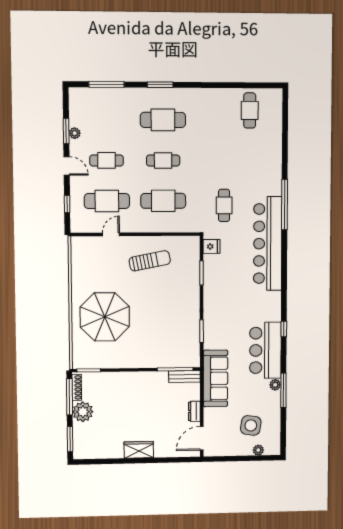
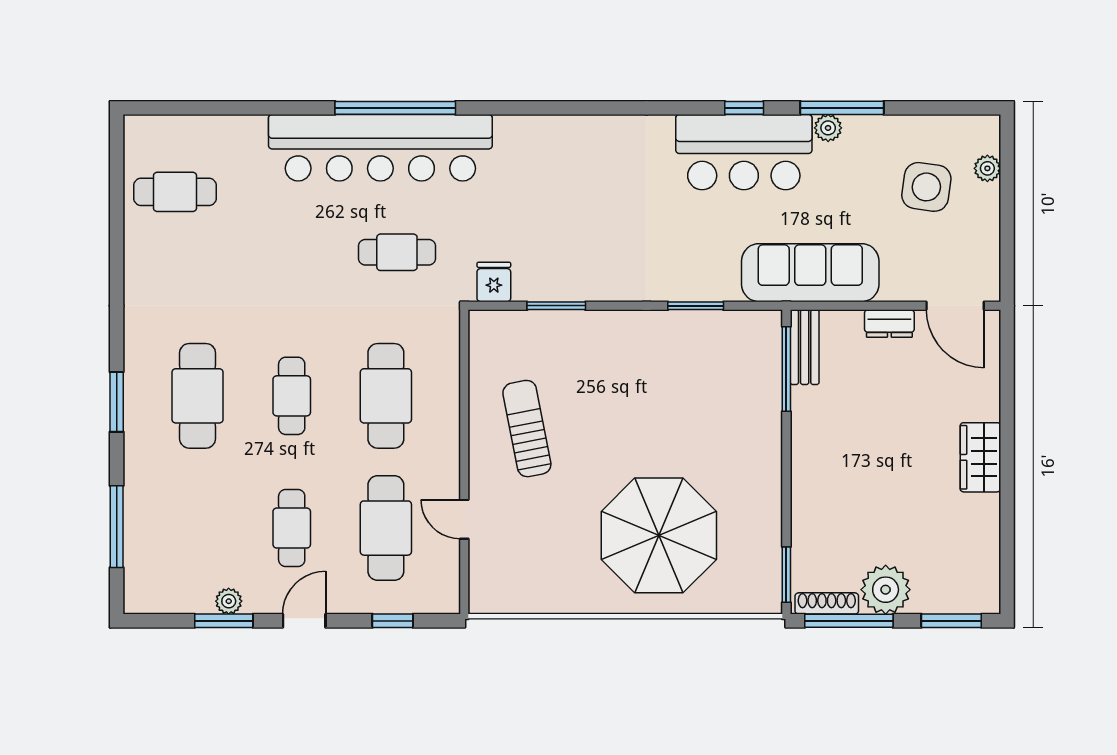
bar counter: (268, 244) -> (380, 148), moved
window: (284, 329) -> (744, 108), moved

